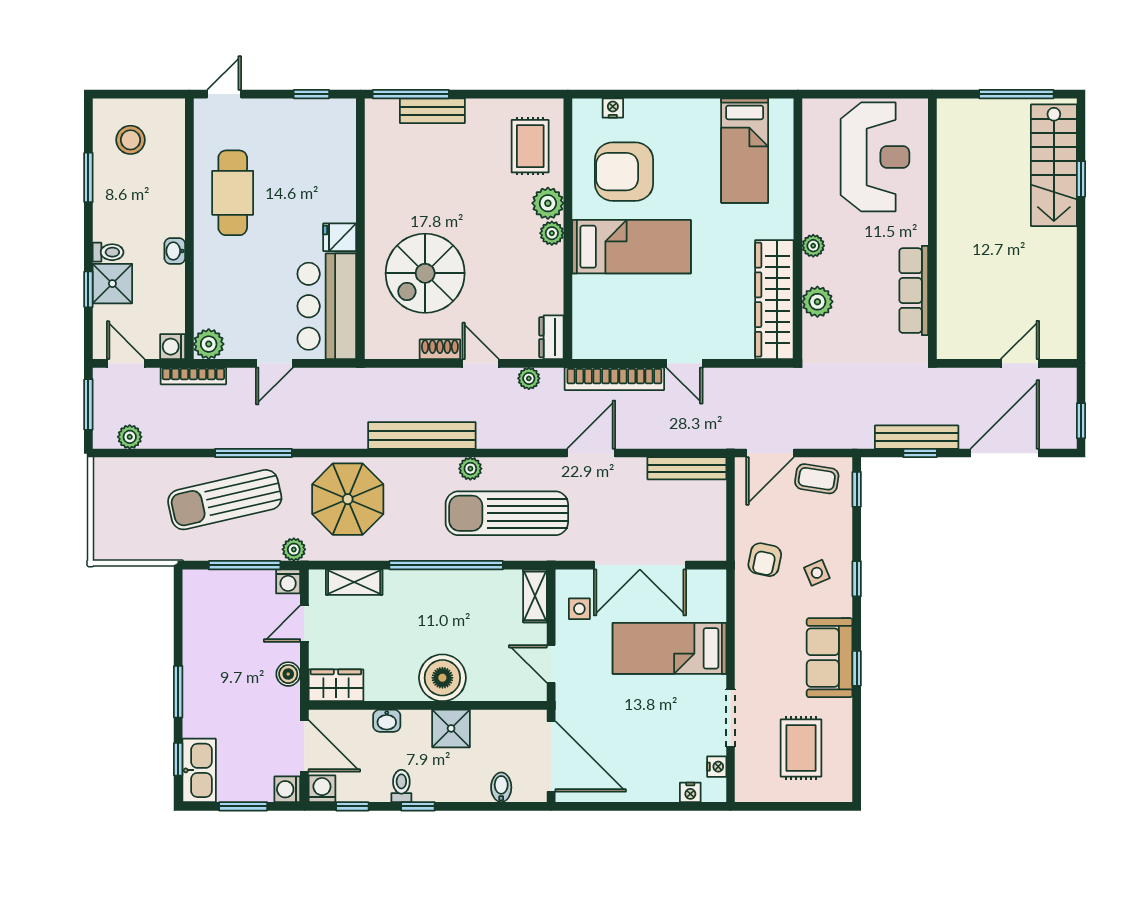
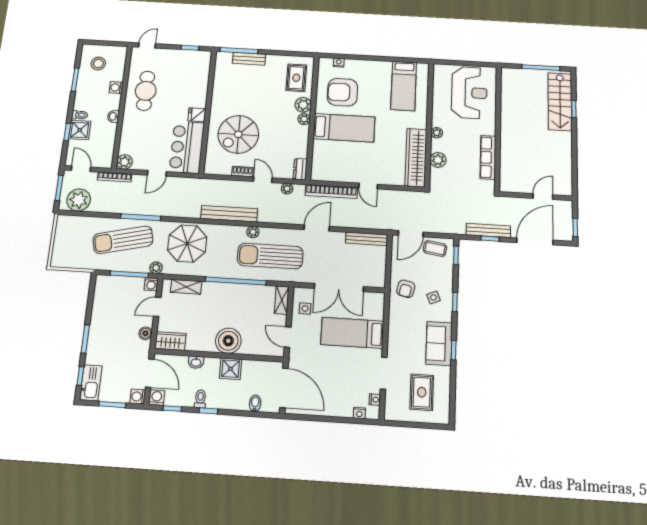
washing machine: (173, 347) -> (116, 88), moved
plant: (130, 437) -> (79, 200), width x1.87, depth x1.87

